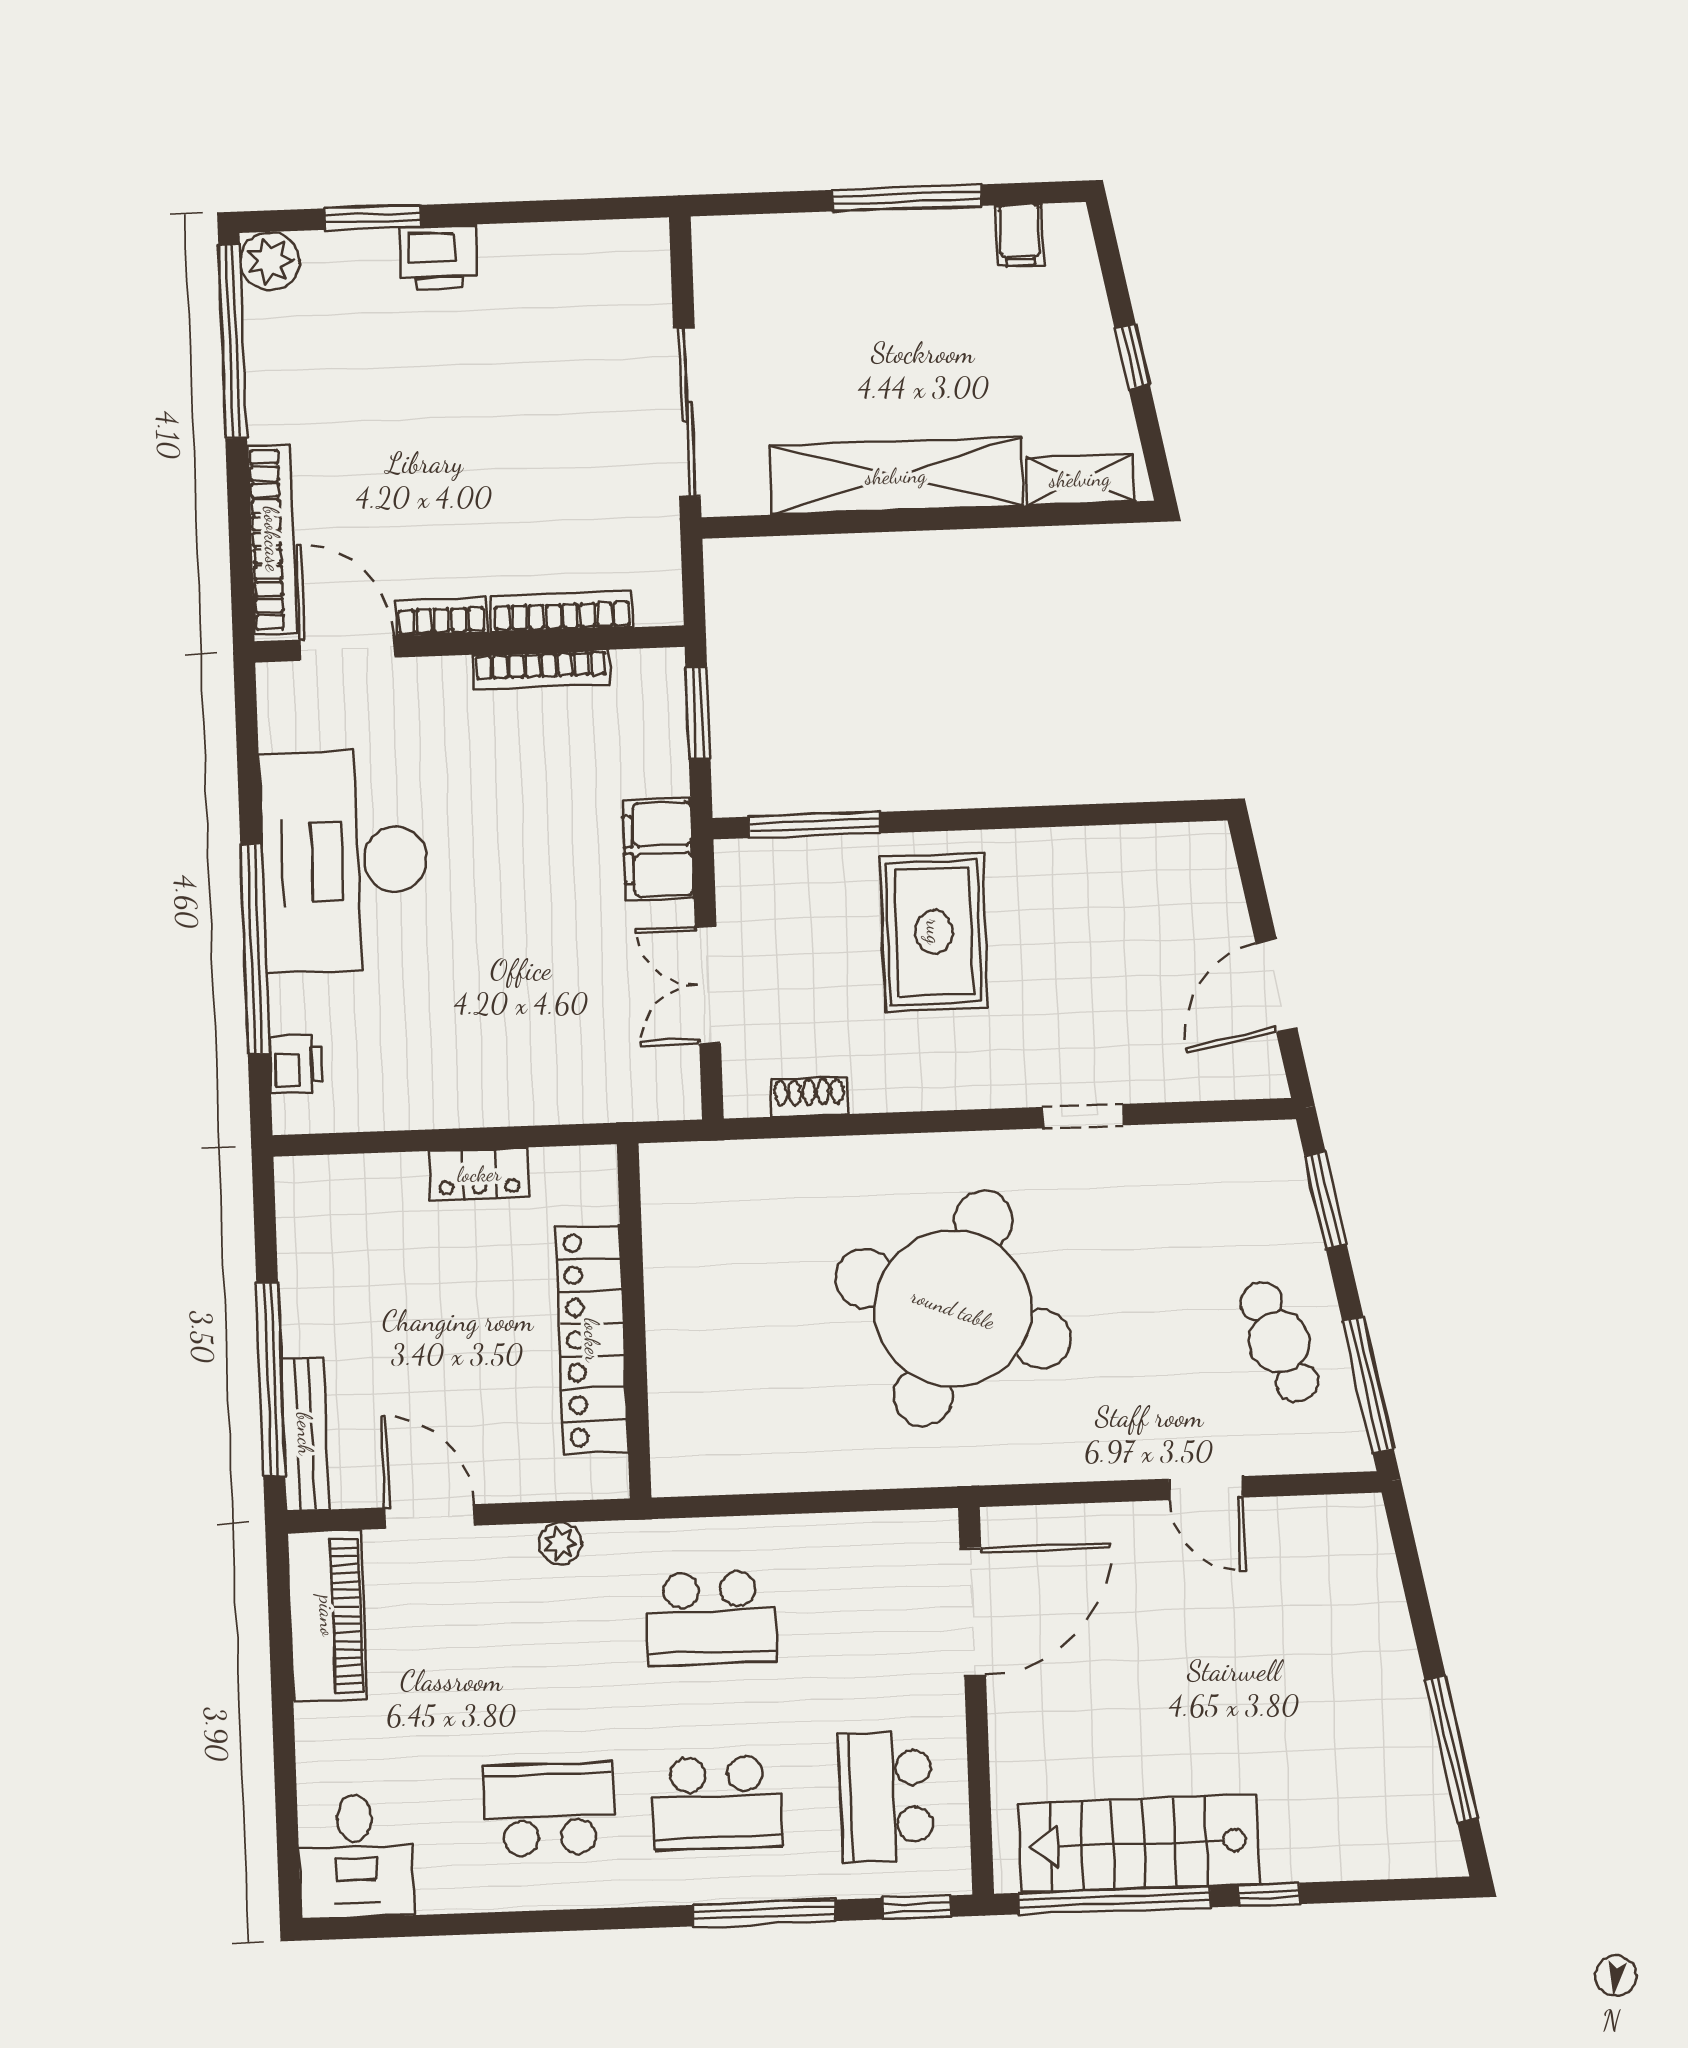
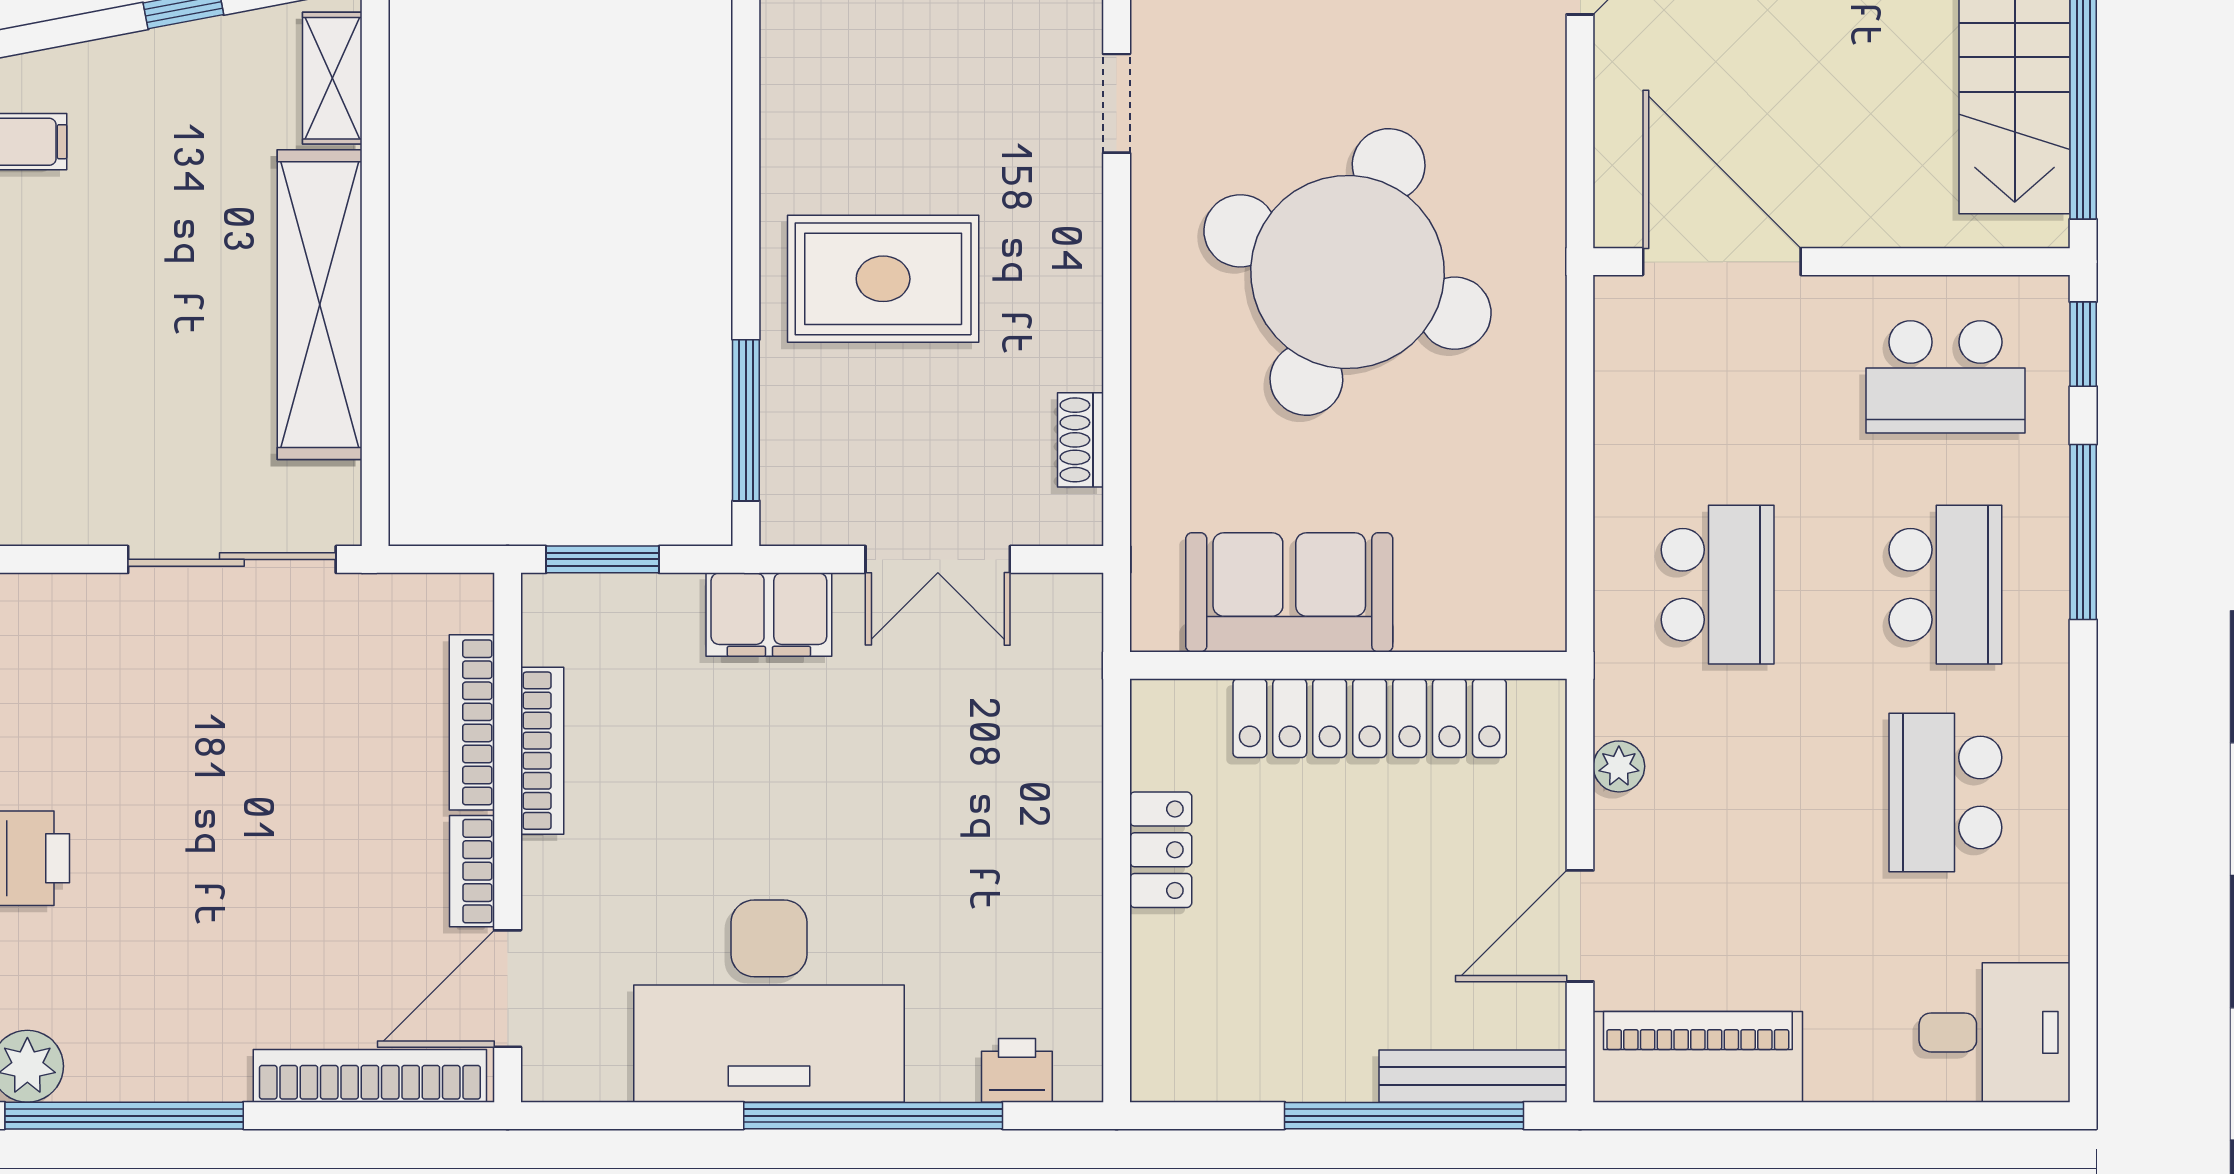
sofa: (692, 1271) -> (1289, 592), added

